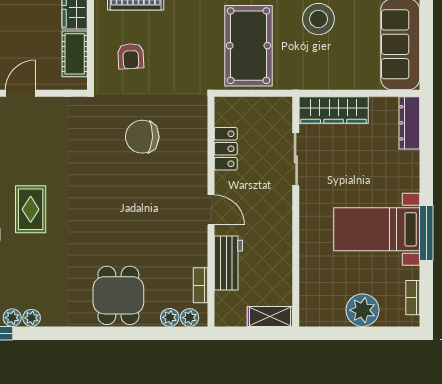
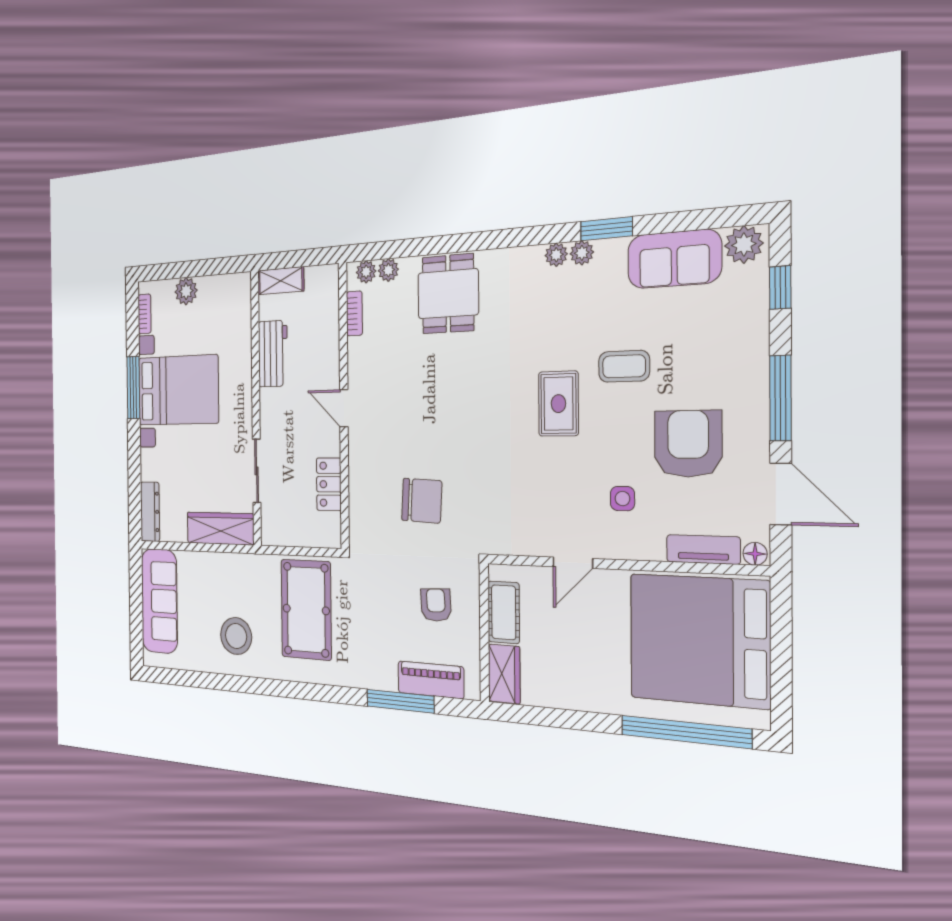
bed with nightstands: (377, 229) -> (178, 390), width x1.36
workbench: (228, 263) -> (273, 354), moved, turned 180
plant: (363, 310) -> (186, 291), width x0.73, depth x0.73

